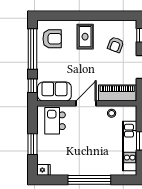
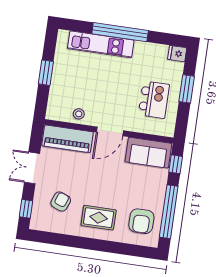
rug: (85, 37) -> (99, 218), turned 90
armchair: (52, 39) -> (141, 221), turned -90
kitchen island: (55, 121) -> (154, 100), moved
kitchen unit: (130, 146) -> (101, 44), moved, turned 90

